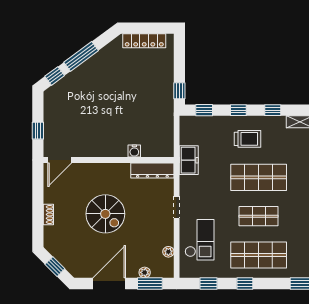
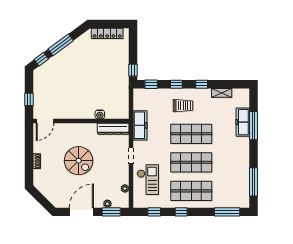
freezer: (189, 160) -> (140, 125), width x1.40
shop shelf: (259, 216) -> (191, 162), width x1.43, depth x1.36
window: (55, 267) -> (41, 199), removed

